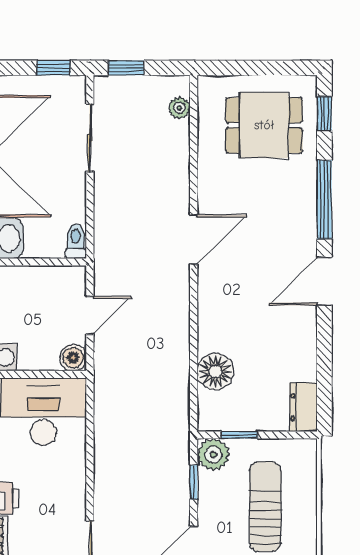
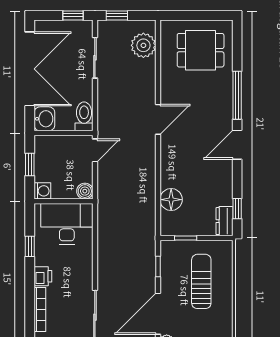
plant: (179, 108) -> (143, 45), width x1.87, depth x1.87
window: (324, 114) -> (237, 209), moved
toilet: (76, 241) -> (84, 116), width x1.37, depth x1.39
door: (90, 315) -> (95, 150), moved
plant: (213, 455) -> (170, 250), removed

